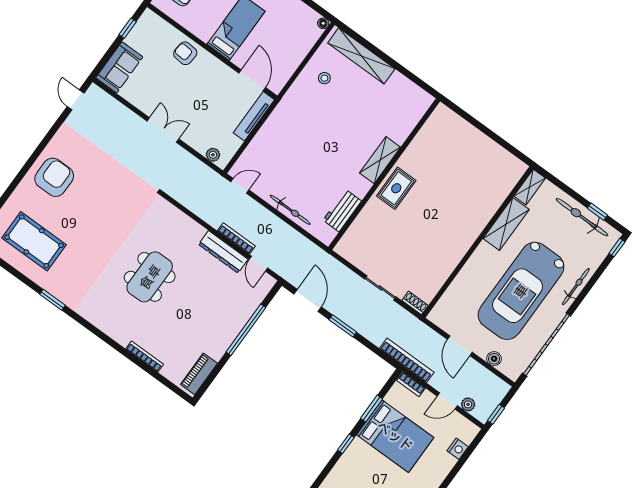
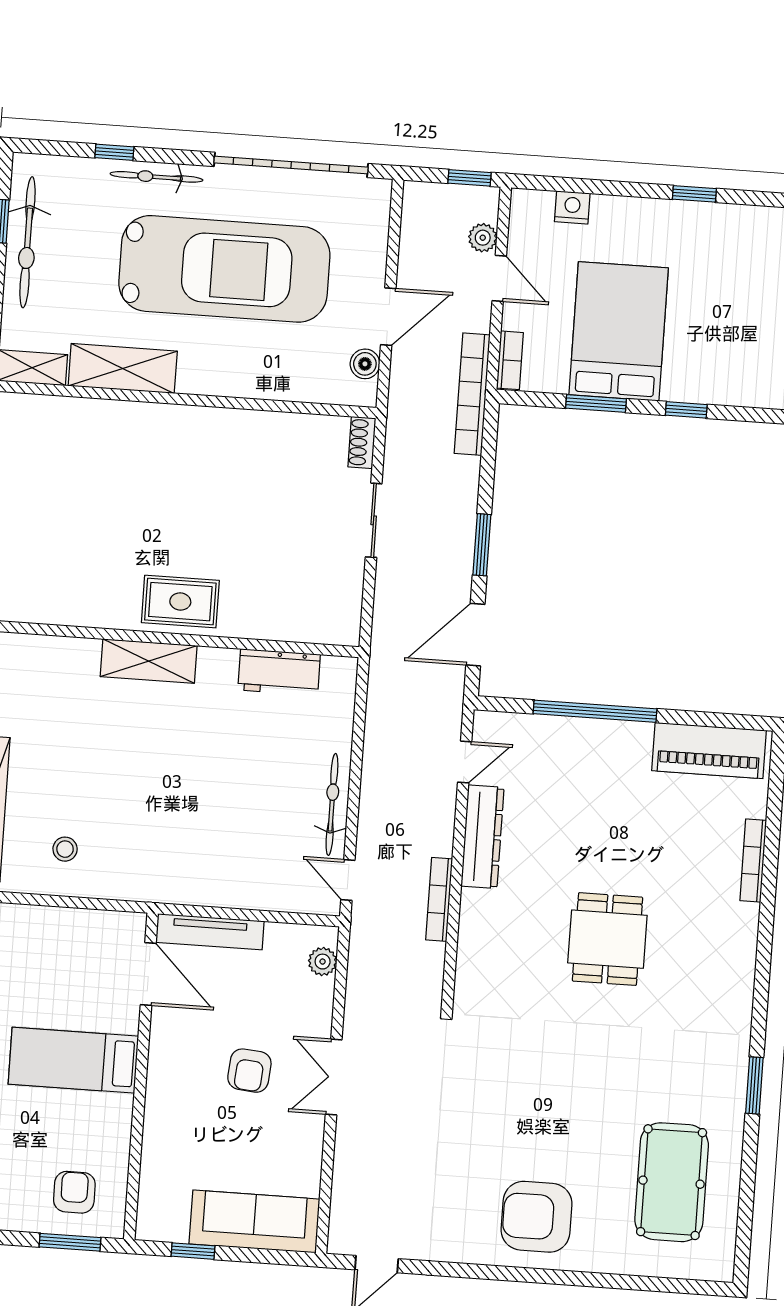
armchair: (185, 53) -> (249, 1071), moved
sofa: (119, 67) -> (254, 1222), width x1.36
door: (252, 80) -> (148, 974), swing flipped
bicycle: (290, 210) -> (332, 804), moved
bookcase: (236, 238) -> (439, 899), moved
window: (617, 248) -> (114, 152), moved
dining table: (150, 277) -> (607, 939), width x0.73
boiler: (494, 359) -> (365, 364), moved
piano: (199, 374) -> (709, 751), width x1.37, depth x1.33

